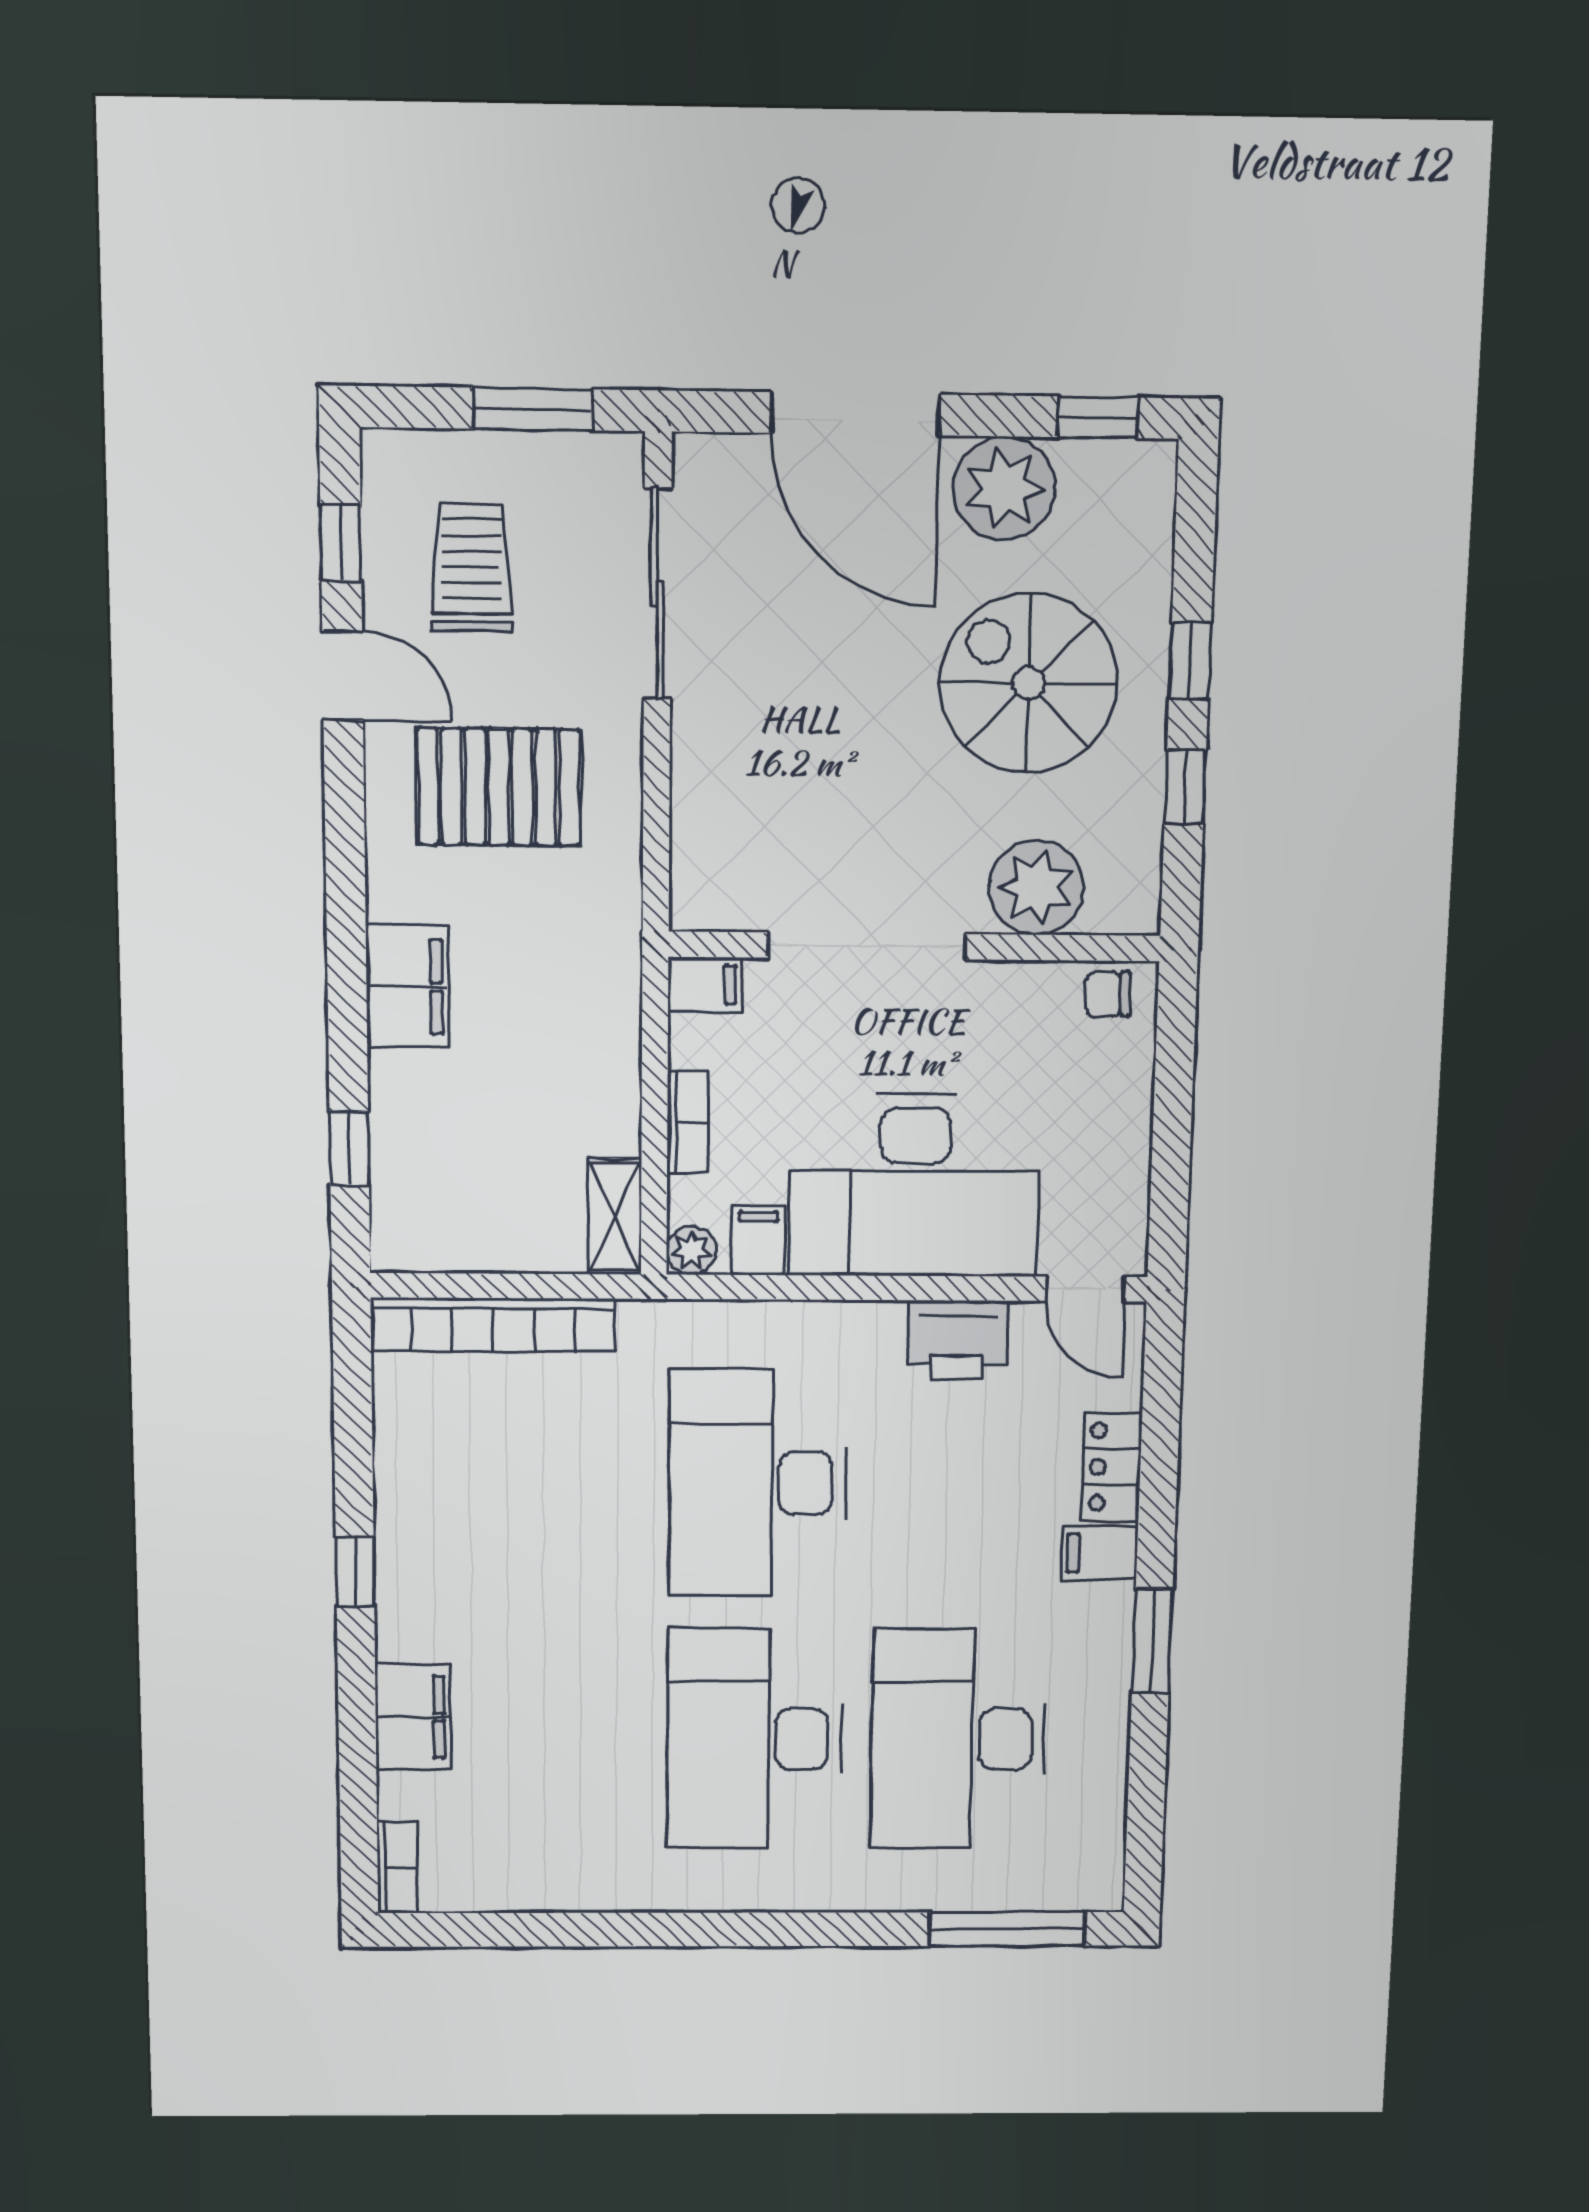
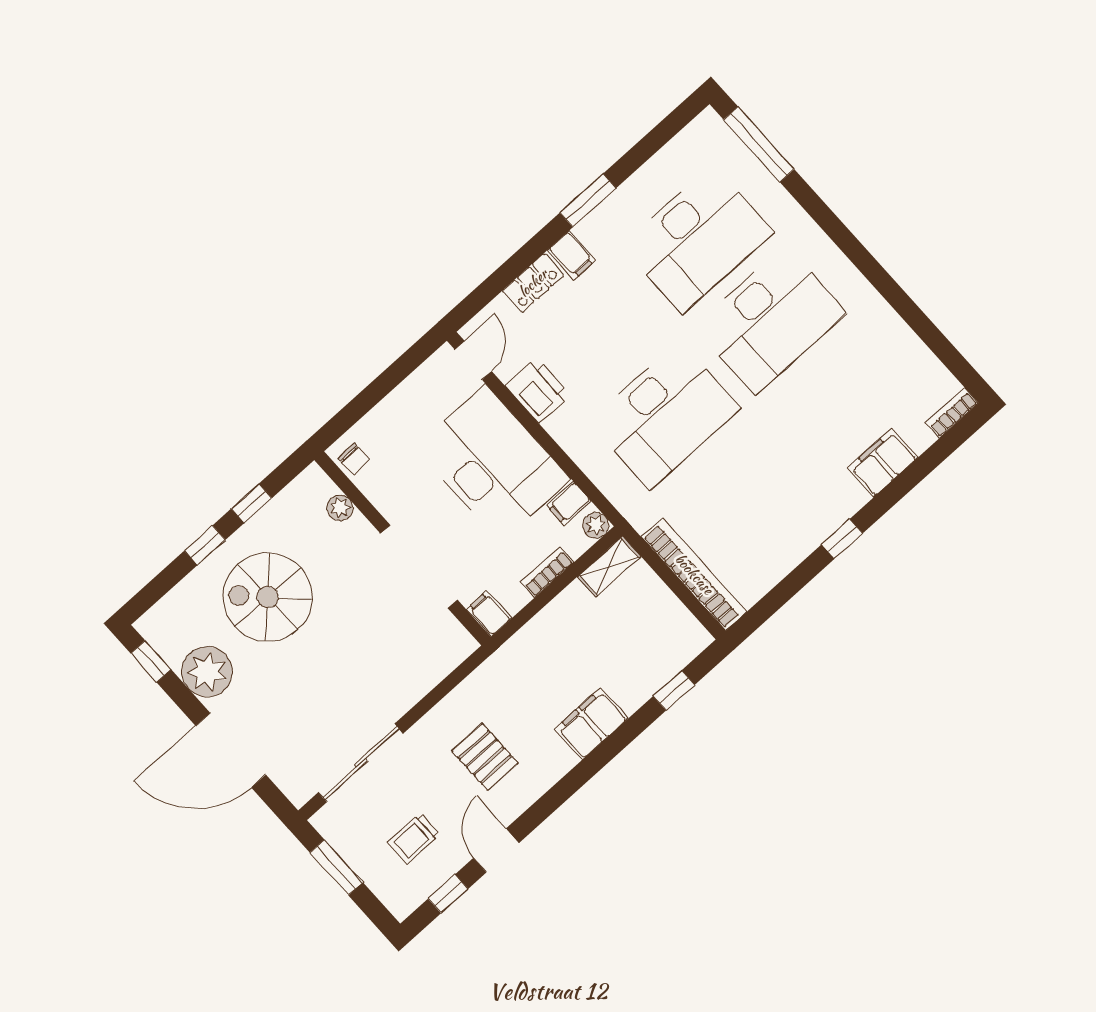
door: (855, 414) -> (231, 750), swing flipped
trolley: (471, 568) -> (414, 839), width x0.73, depth x0.72
spiral stairs: (1029, 683) -> (268, 597), turned 90
pallet: (499, 787) -> (485, 757), width x0.67, depth x0.71
plant: (1036, 888) -> (340, 508), width x0.53, depth x0.53

